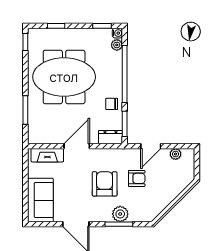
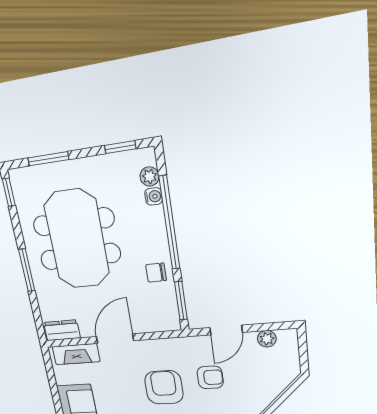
window: (56, 26) -> (48, 159), width x1.50
water cooler: (117, 33) -> (154, 196), moved
meeting table: (64, 77) -> (77, 239), turned 90
window: (25, 110) -> (27, 270), moved
dresser: (110, 137) -> (62, 330), moved

